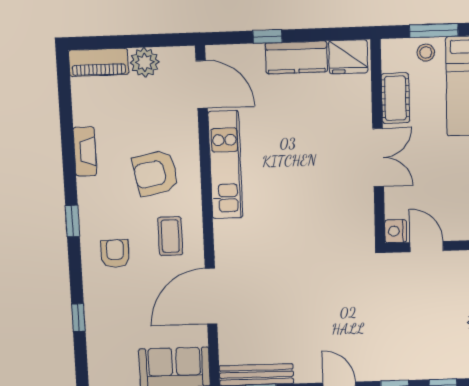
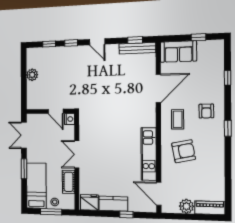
fireplace: (85, 151) -> (219, 164), removed

